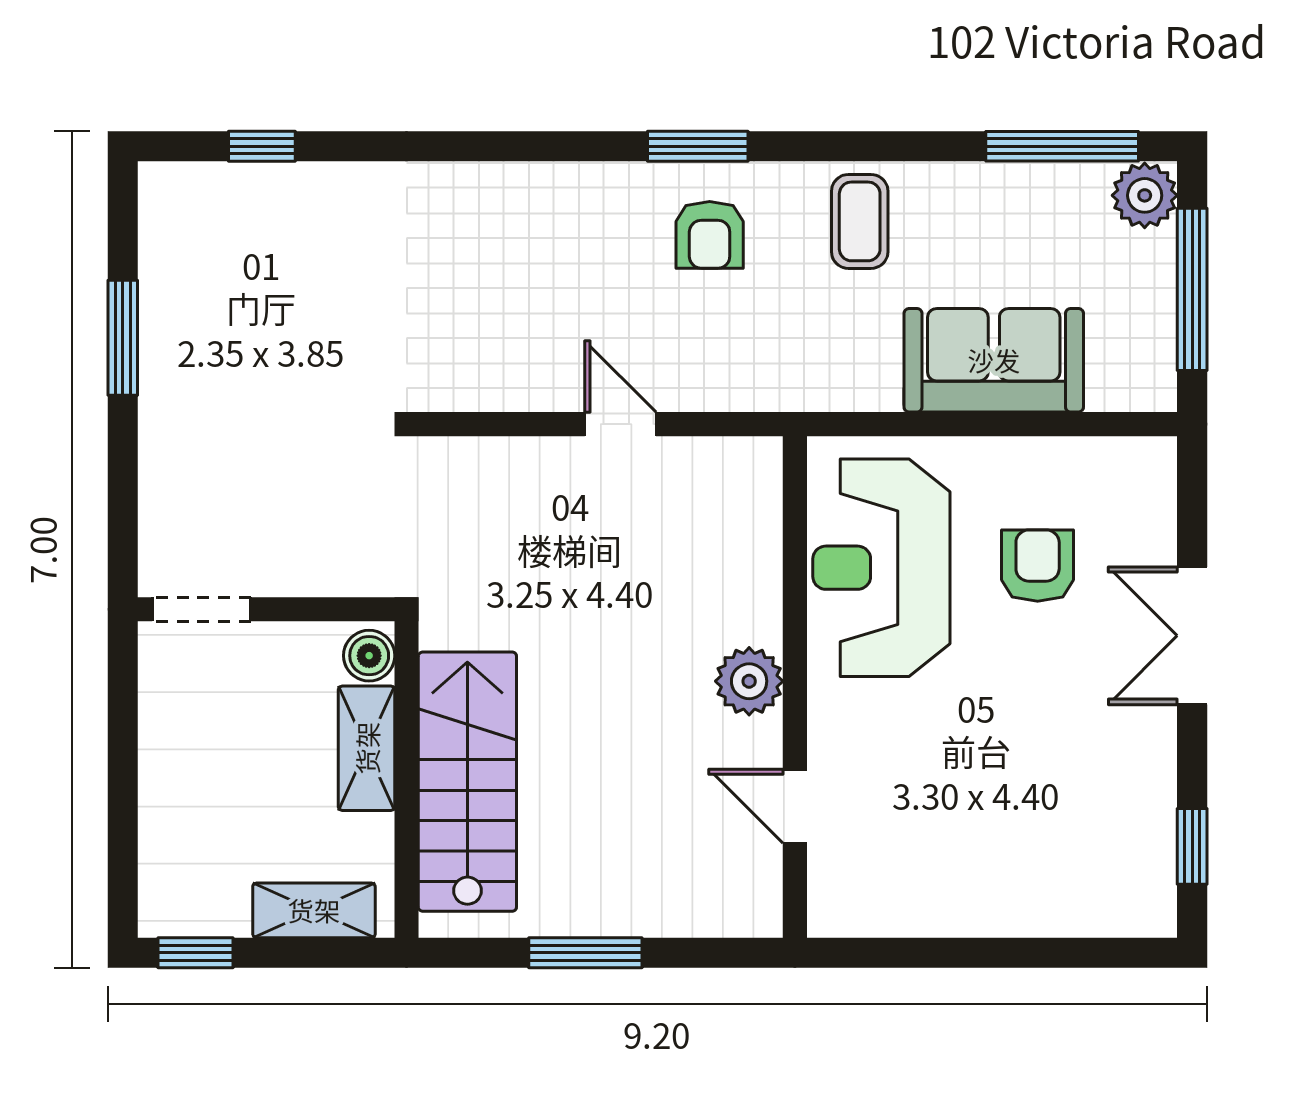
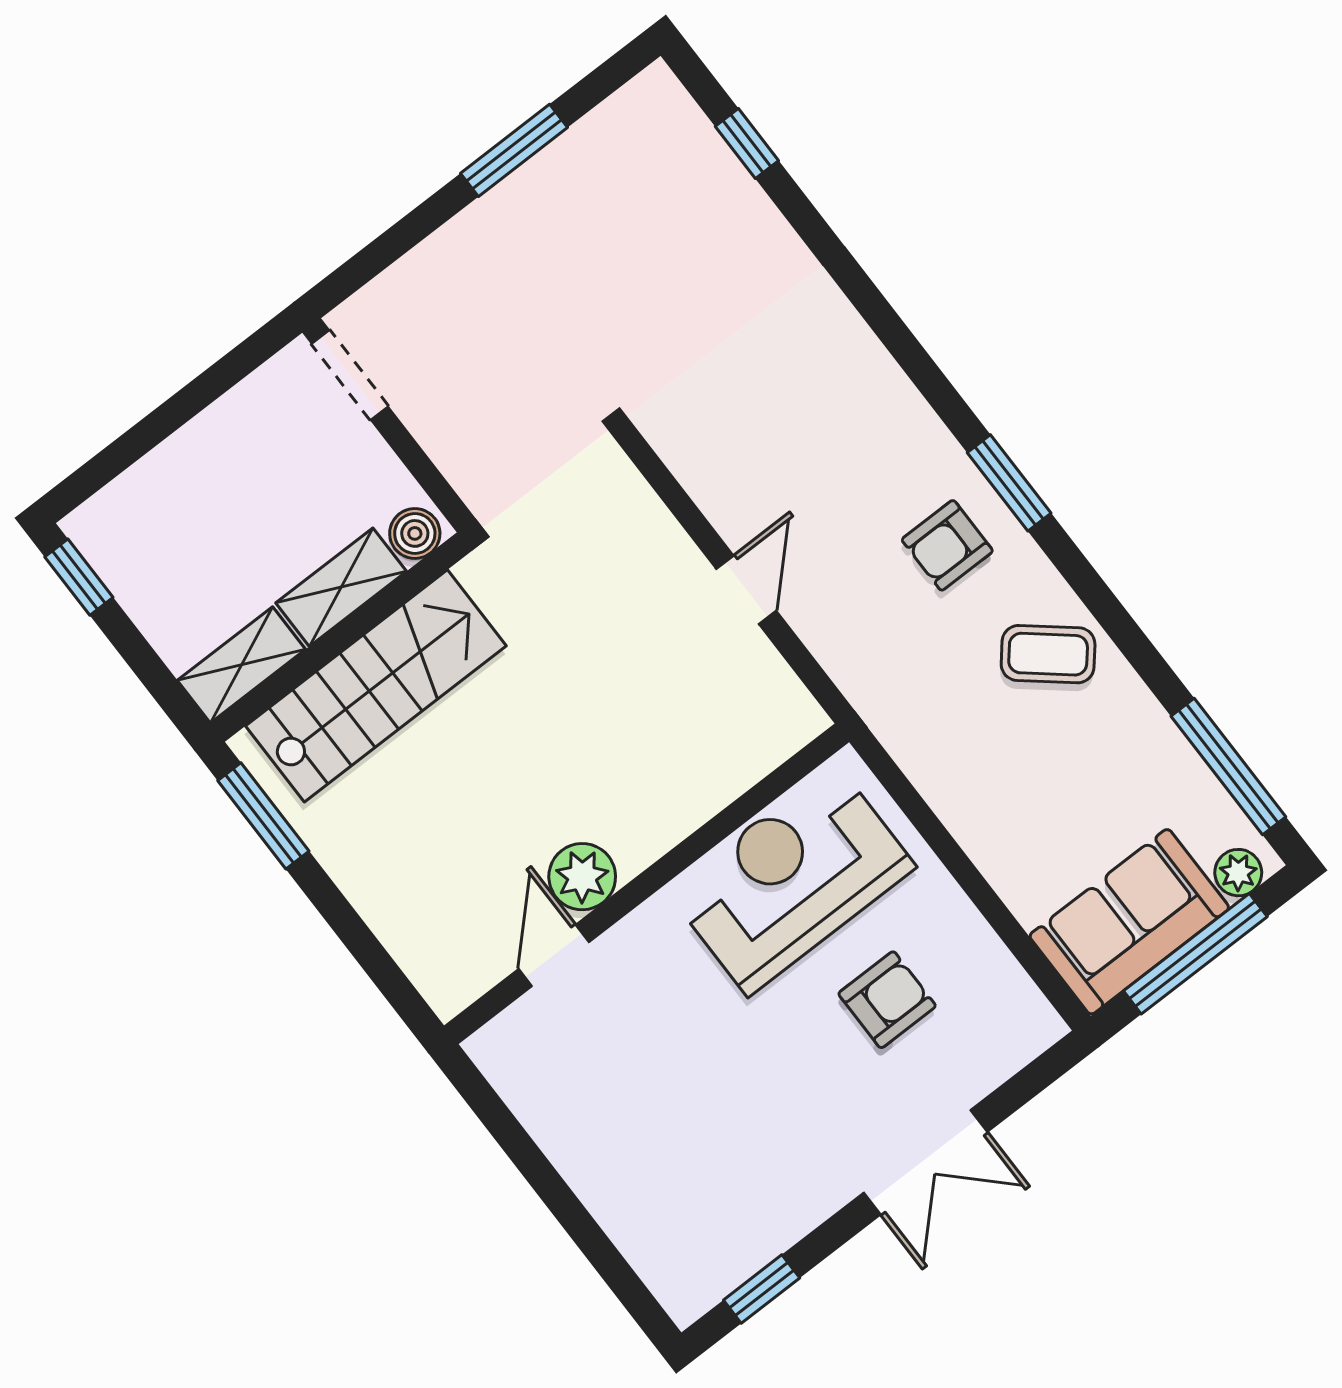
plant: (1145, 195) -> (1238, 873), width x0.73, depth x0.73
coffee table: (860, 221) -> (1048, 654), turned 40
sofa: (994, 360) -> (1129, 922), moved, turned -90
double door: (1192, 636) -> (926, 1162), swing flipped
plant: (749, 681) -> (582, 877), moved
shelving: (314, 910) -> (241, 665), moved, turned 90
window: (585, 953) -> (263, 816), moved

